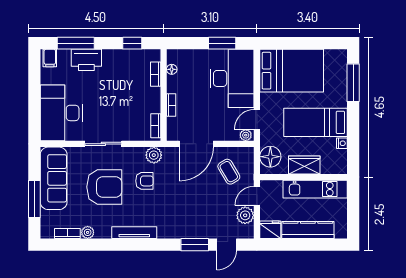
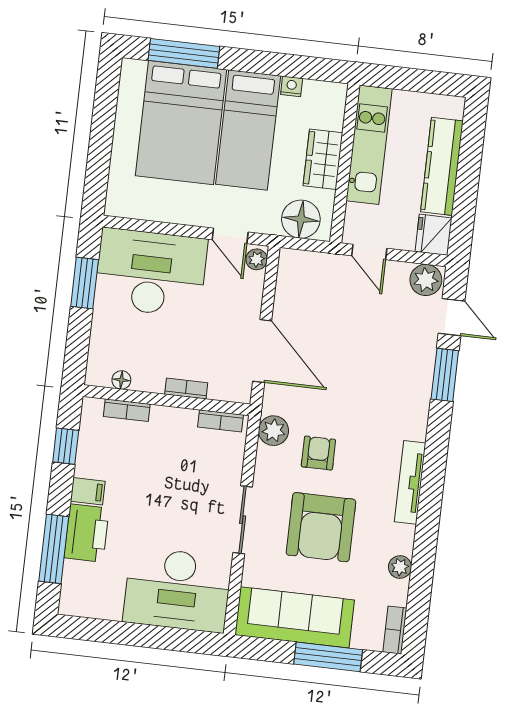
filing cabinet: (50, 58) -> (88, 491), moved
bed: (292, 71) -> (181, 123), moved, turned 180
coffee table: (229, 172) -> (319, 298), removed
armchair: (104, 187) -> (321, 527), turned 180
plant: (245, 215) -> (426, 280), moved
bookcase: (67, 234) -> (395, 630), moved

